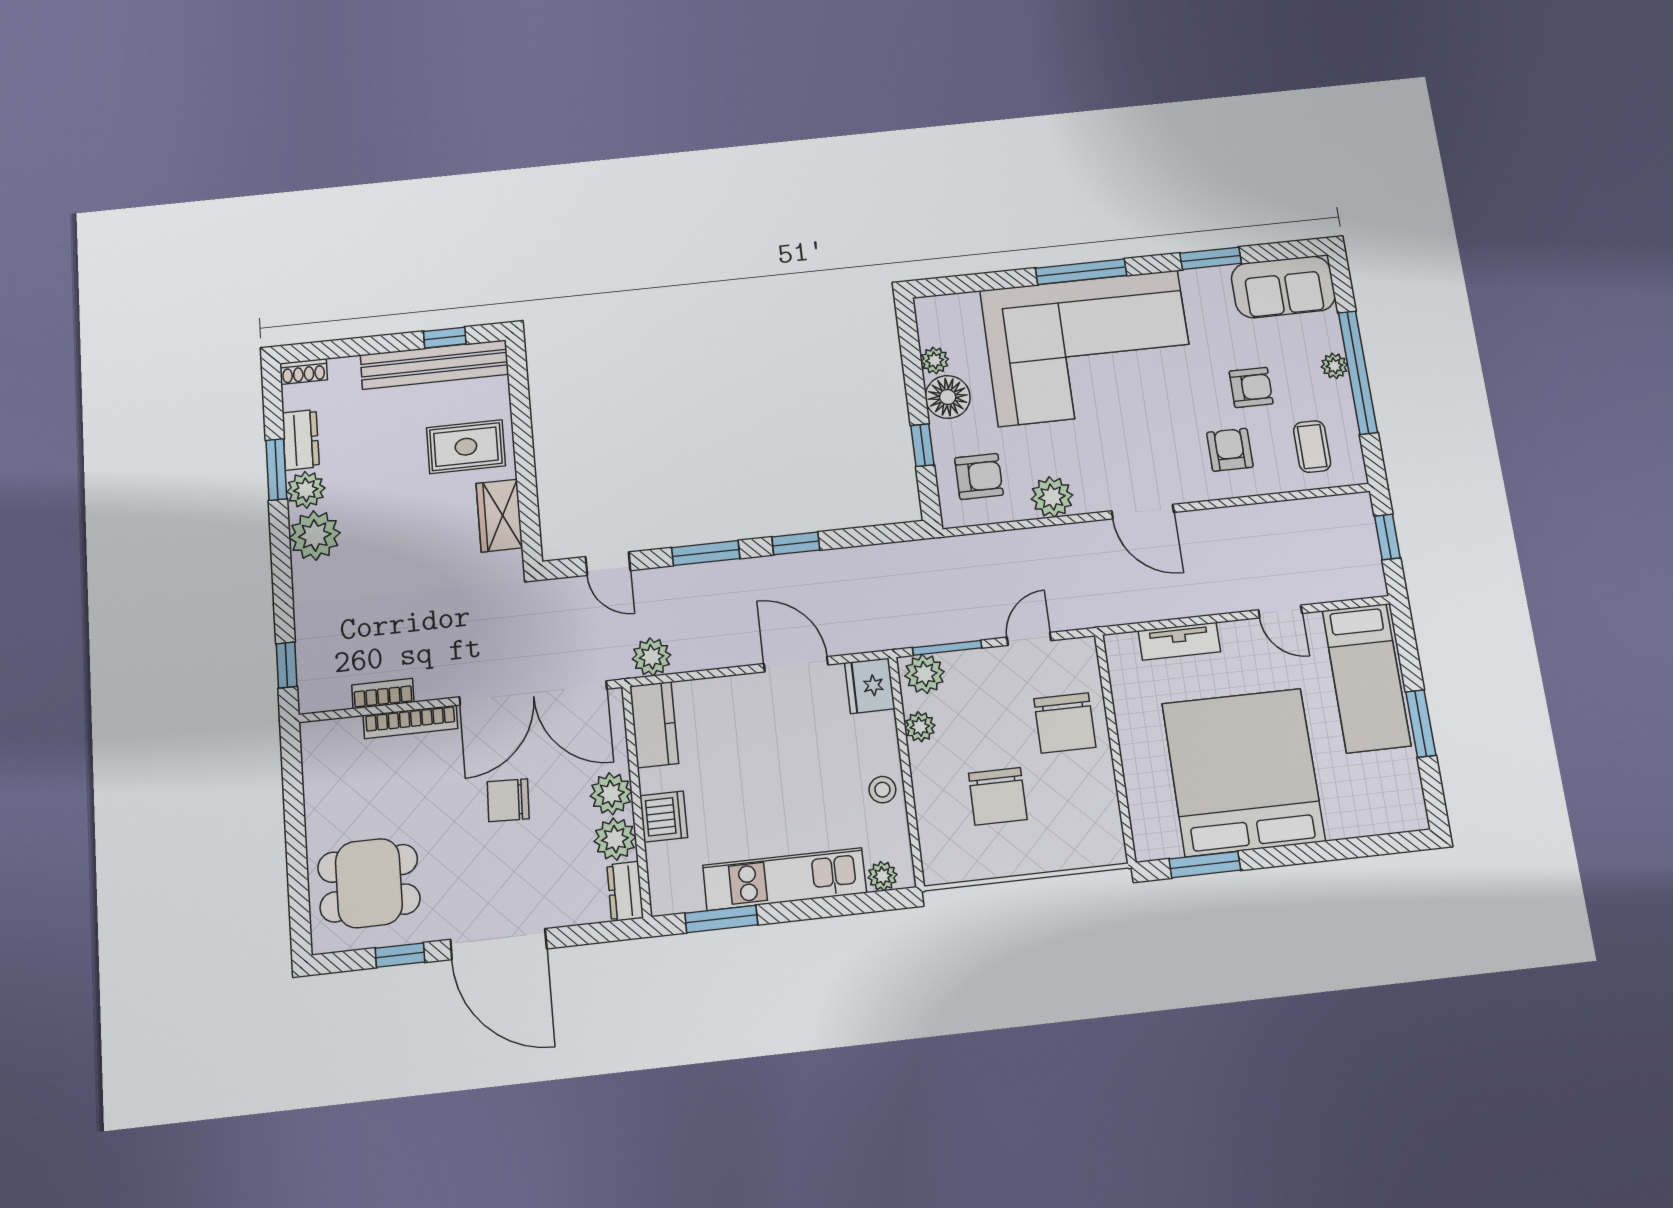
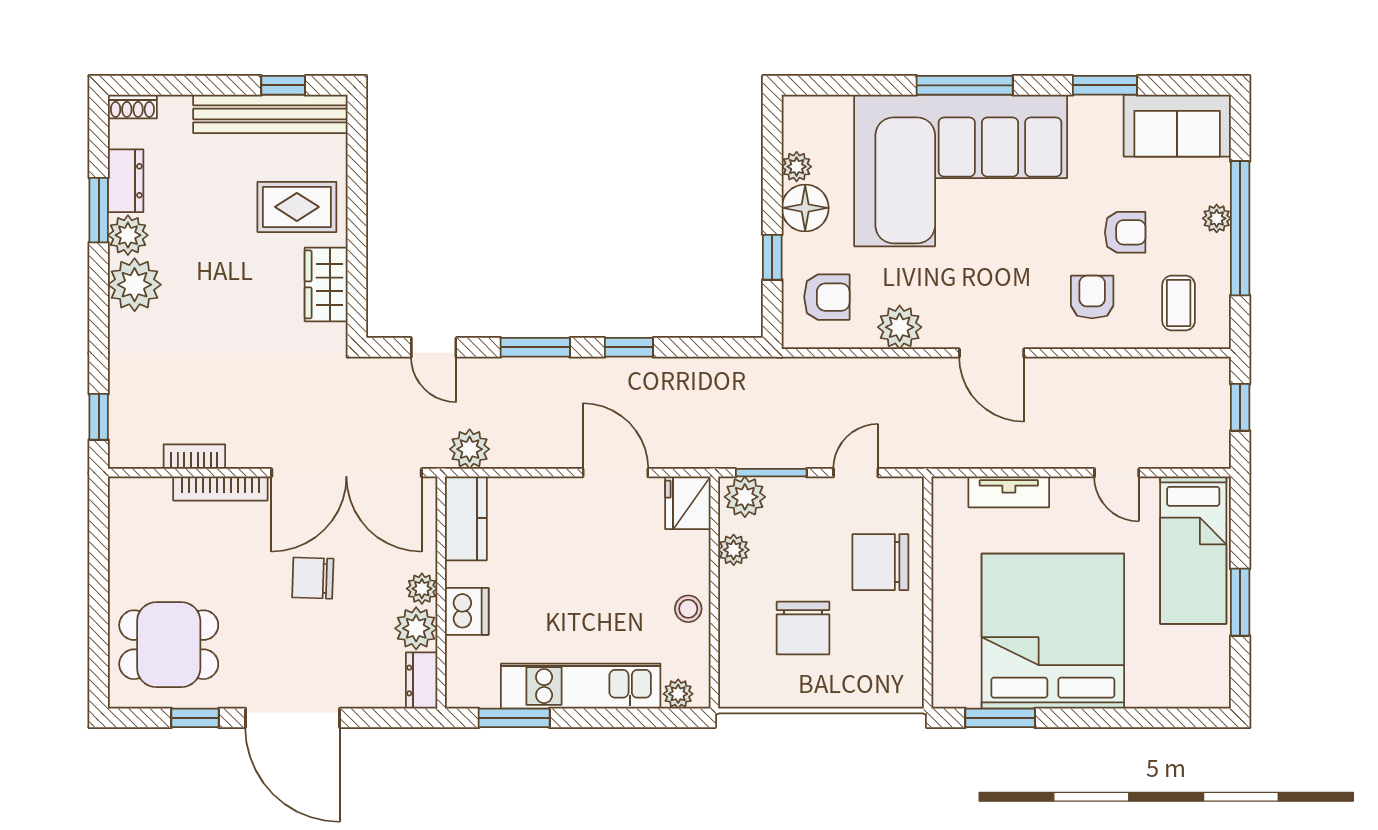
chair: (1065, 723) -> (880, 562), turned 90
plant: (611, 794) -> (422, 589), width x0.73, depth x0.73

